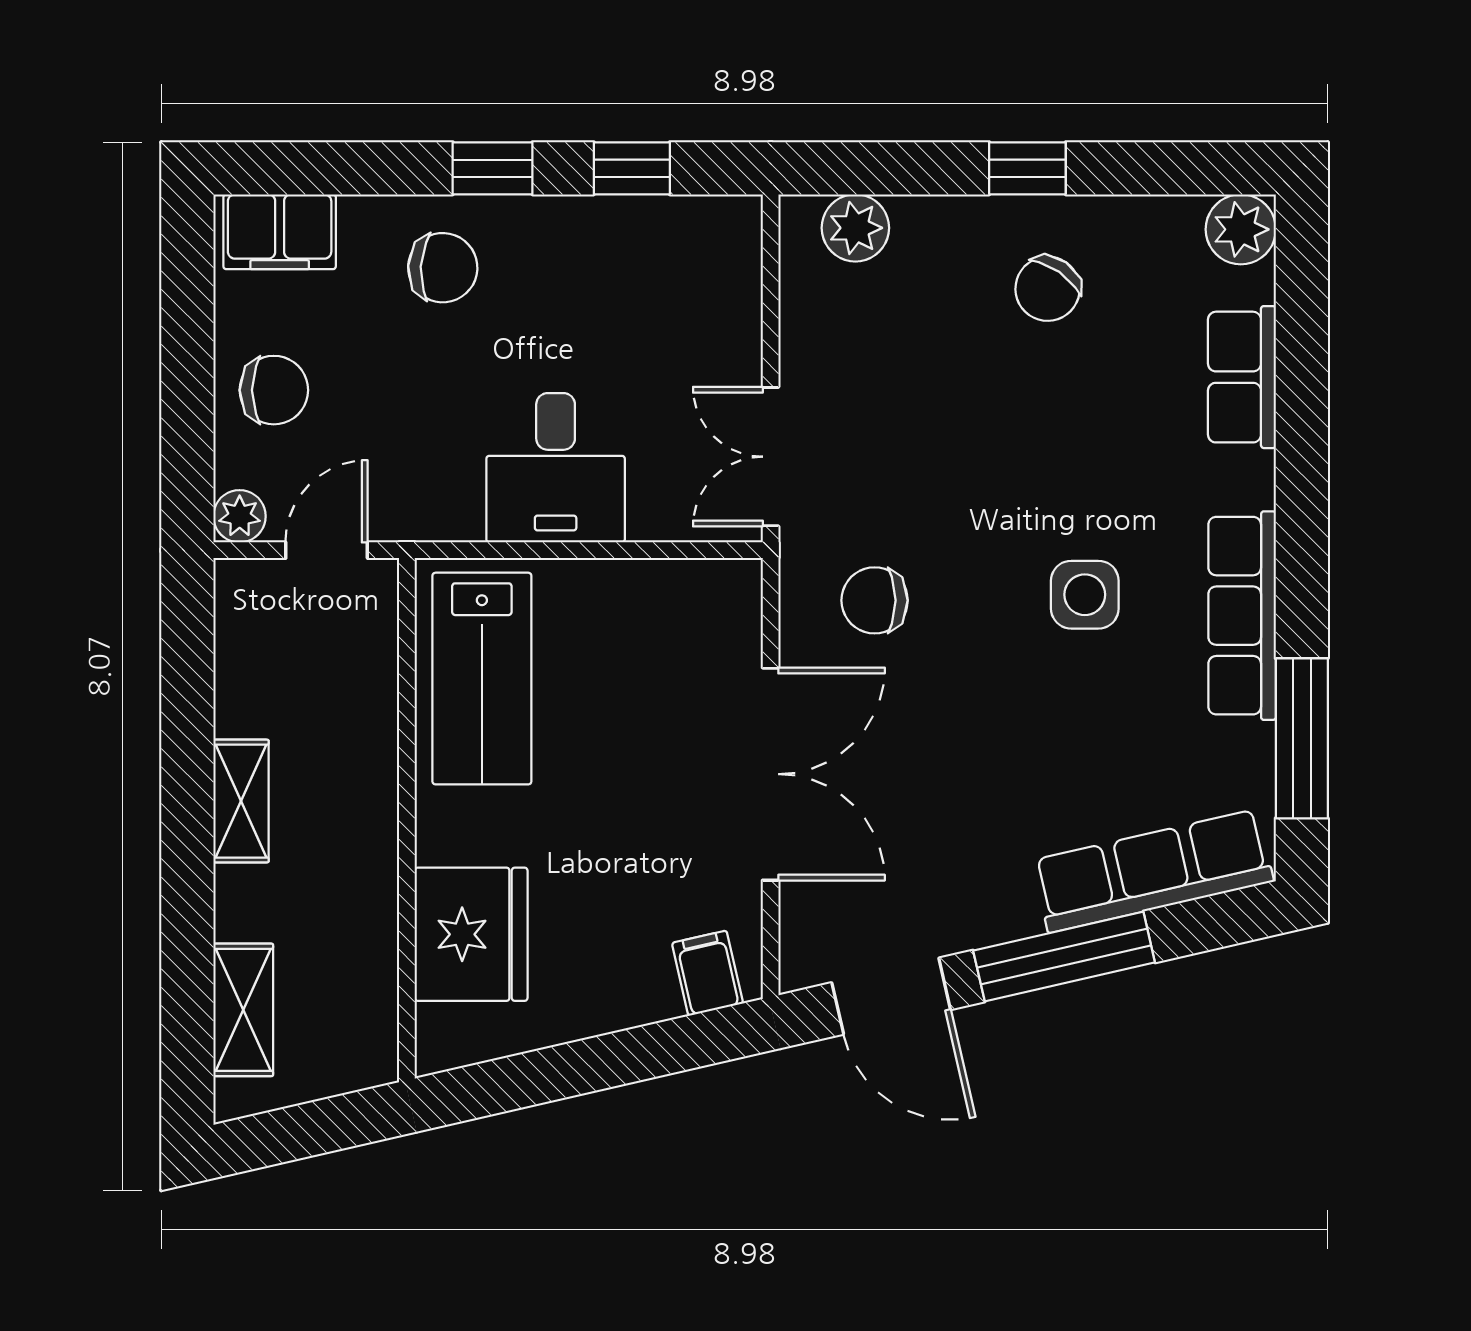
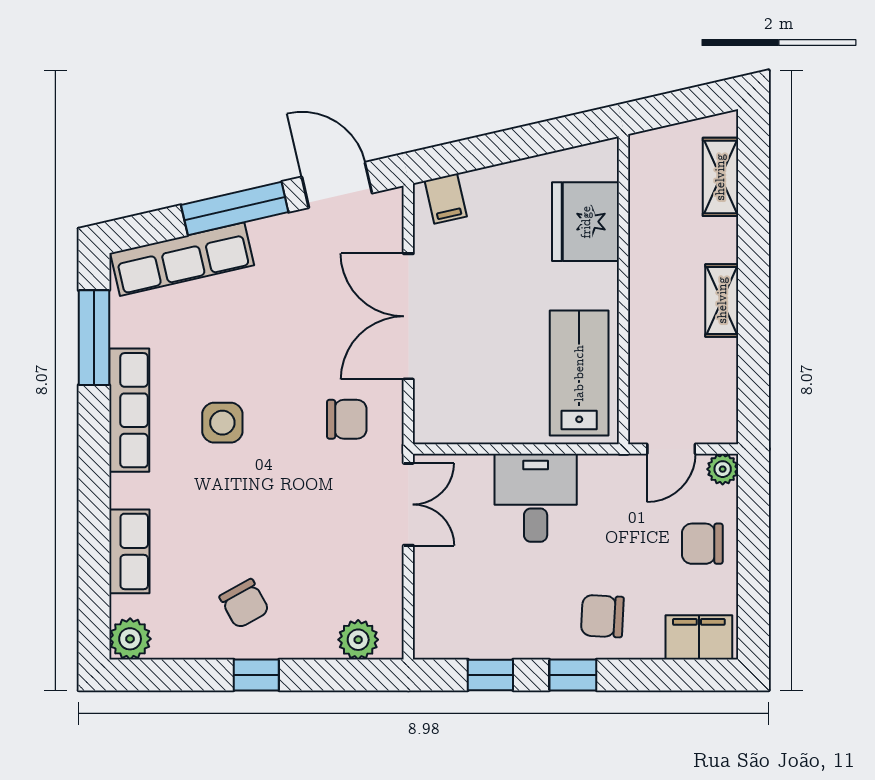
chair: (1048, 289) -> (244, 604), turned 116

